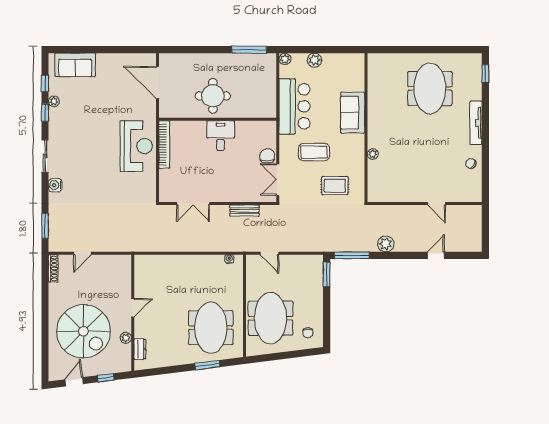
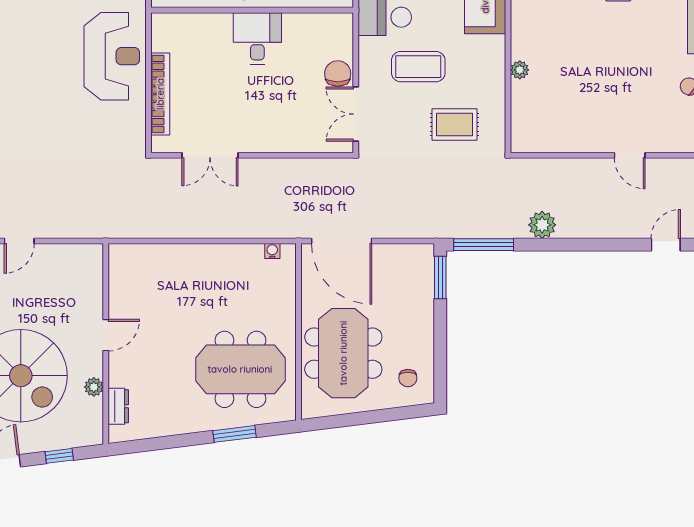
bookcase: (164, 145) -> (160, 94), moved
bench: (244, 211) -> (298, 167), removed
door: (270, 253) -> (342, 241), width x1.87
door: (436, 255) -> (666, 245), moved
meeting table: (211, 328) -> (240, 369), turned 90

